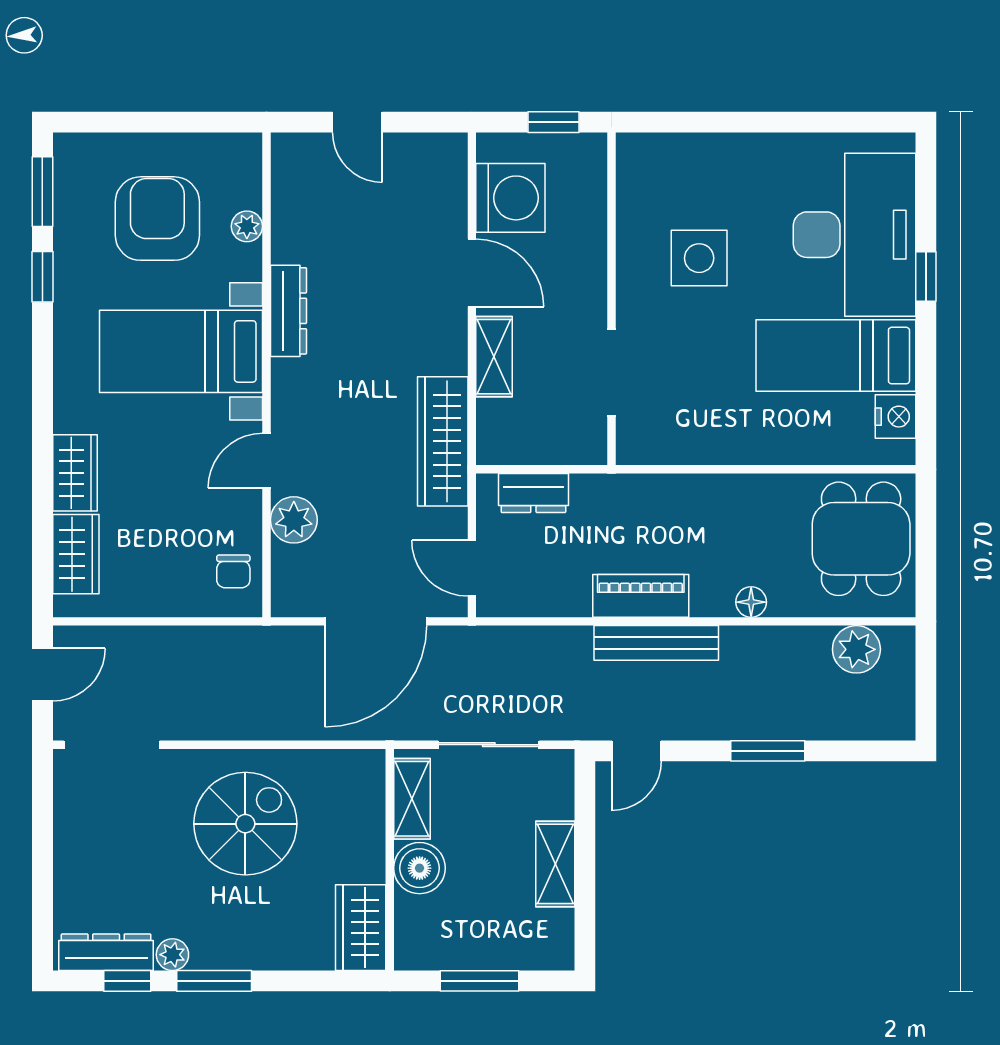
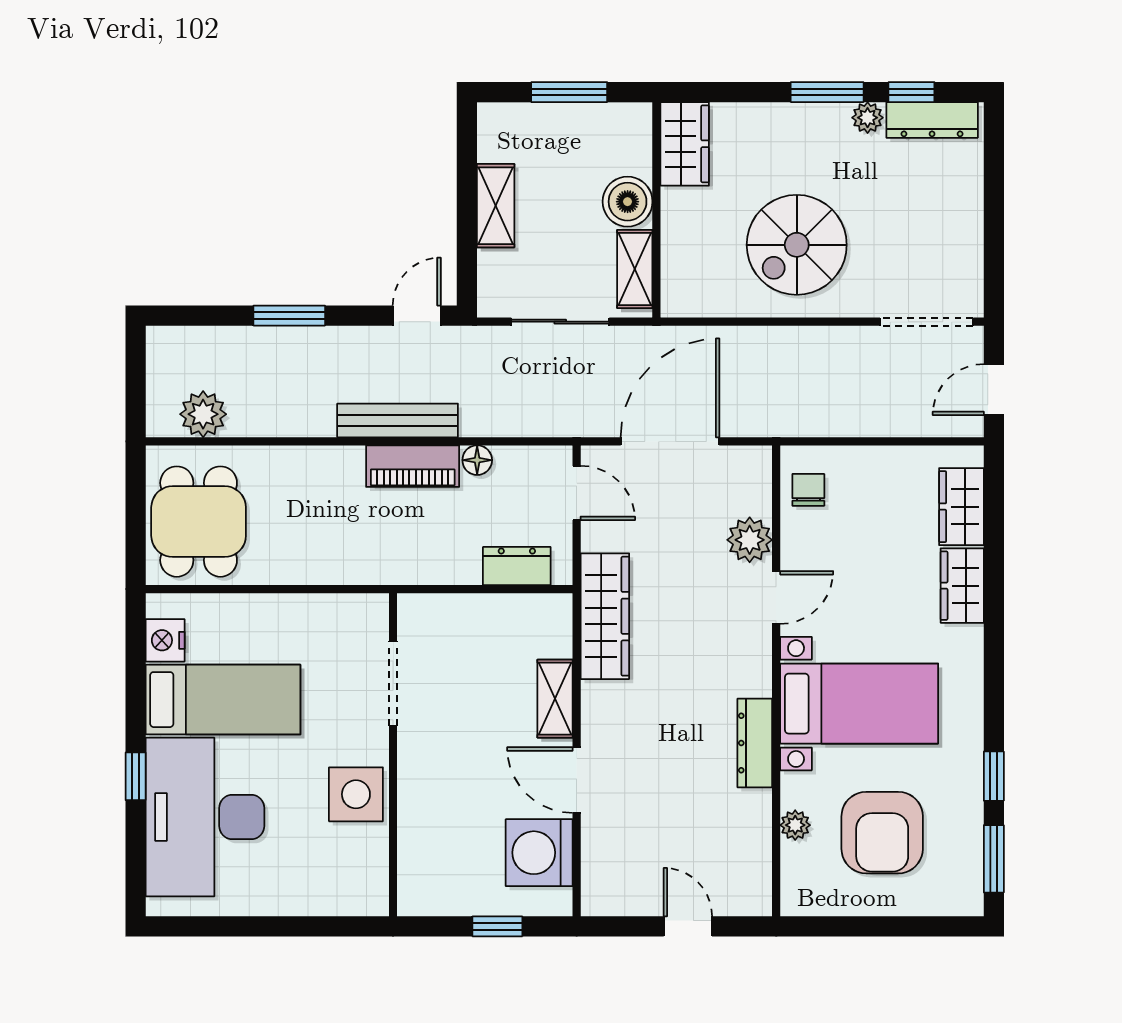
wall: (612, 299) -> (393, 755), moved
doorway: (612, 372) -> (393, 683), moved
floor lamp: (751, 602) -> (477, 460), moved

